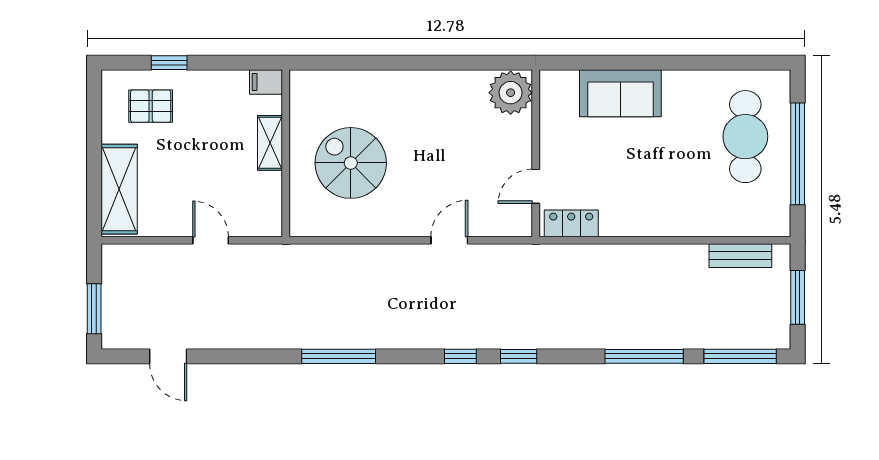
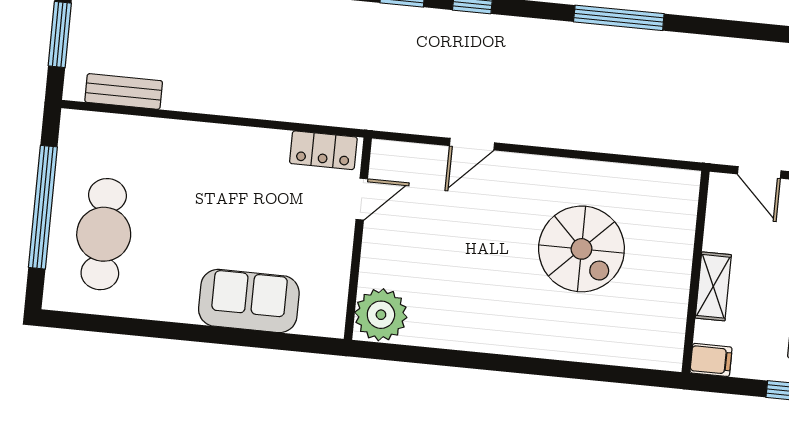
filing cabinet: (266, 82) -> (711, 360), moved
shelving: (270, 143) -> (713, 286), moved
wall: (286, 153) -> (696, 272), moved

